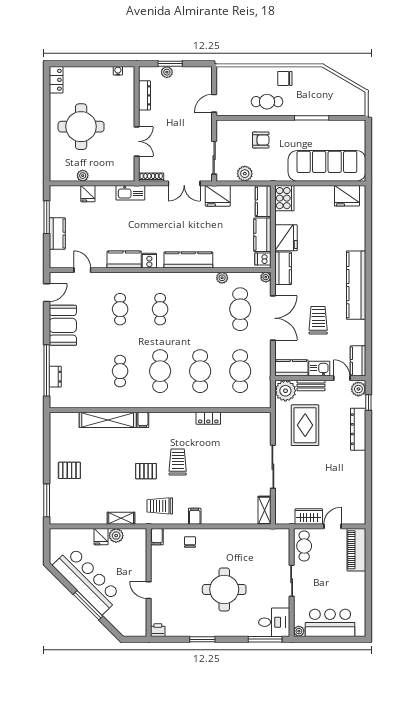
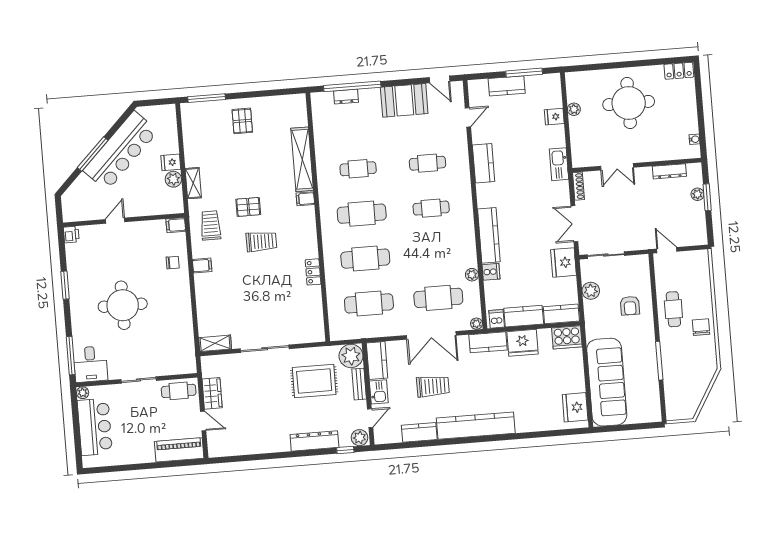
cooker: (149, 261) -> (491, 272), moved
kitchen counter: (358, 361) -> (419, 432), moved
pallet: (146, 471) -> (248, 207), turned 90

